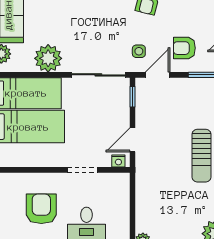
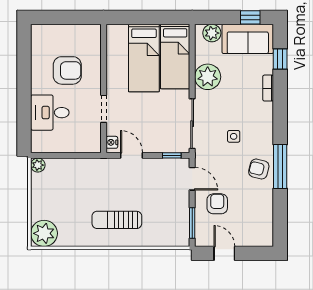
side table: (139, 51) -> (234, 136), moved

